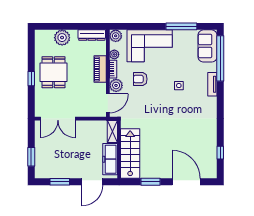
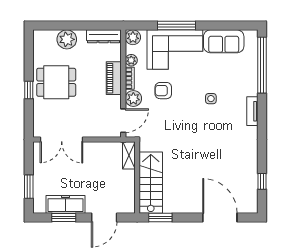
window: (181, 26) -> (176, 26), moved
sofa: (208, 46) -> (224, 41), moved, turned -90
dining table: (54, 72) -> (56, 82), turned 90
tv unit: (212, 84) -> (252, 111), moved
freezer: (110, 159) -> (65, 204), moved, turned 90
window: (151, 182) -> (160, 218), moved

